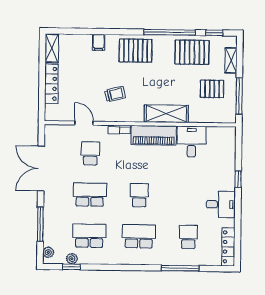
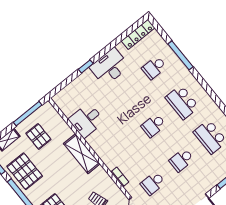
piano: (154, 135) -> (104, 150), removed
school desk: (90, 195) -> (182, 160), width x0.54
desk: (221, 204) -> (110, 67), width x1.37

